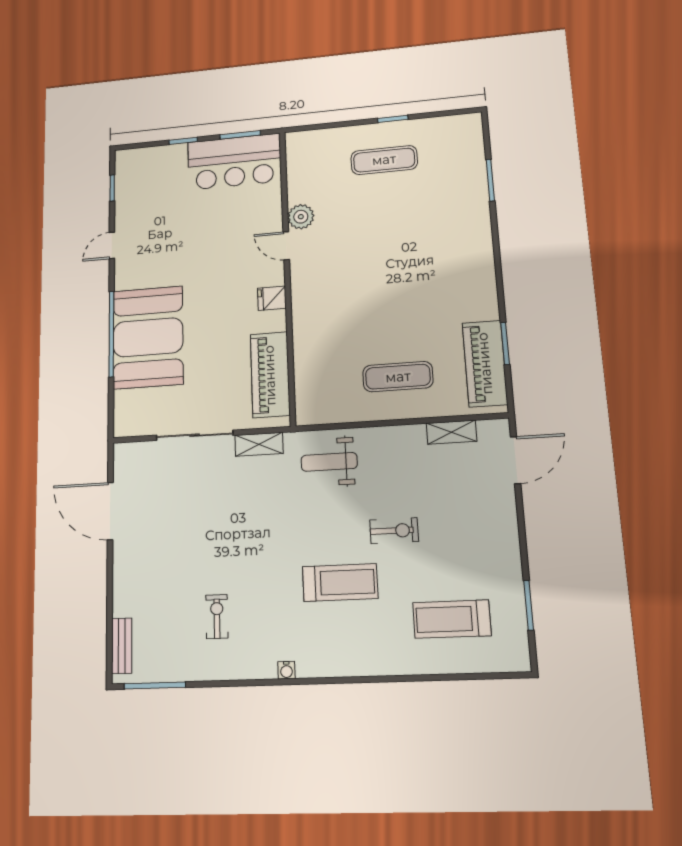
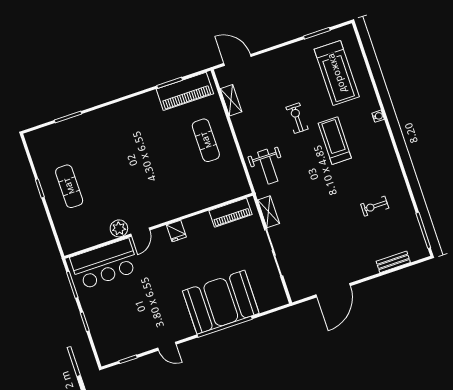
bar counter: (234, 162) -> (105, 264), moved, turned 90
piano: (270, 375) -> (230, 213), width x0.73, depth x0.75
treadmill: (452, 619) -> (337, 73), width x1.37, depth x1.38
bench: (122, 646) -> (393, 262), moved
water cooler: (286, 670) -> (378, 116), moved

